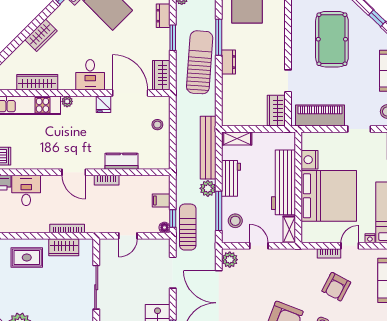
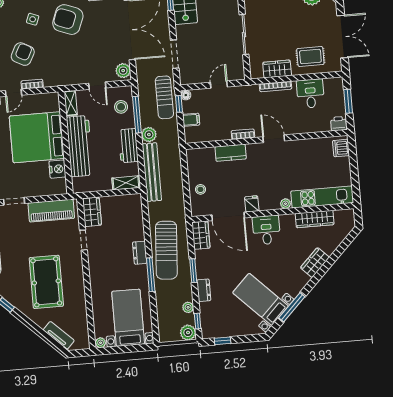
desk: (26, 190) -> (310, 94), moved, turned 180

